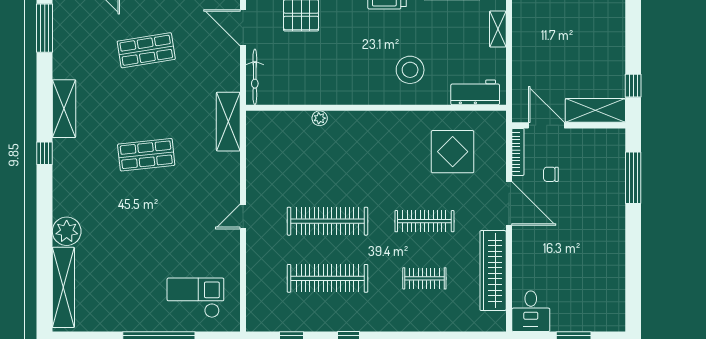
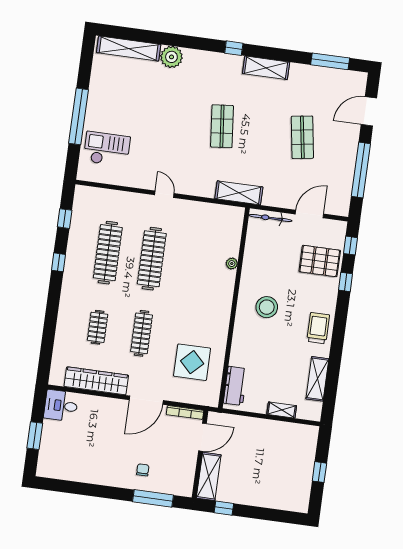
stool: (410, 70) -> (267, 307), moved
chair: (551, 174) -> (143, 470), moved
checkout: (195, 298) -> (107, 149), turned -90

